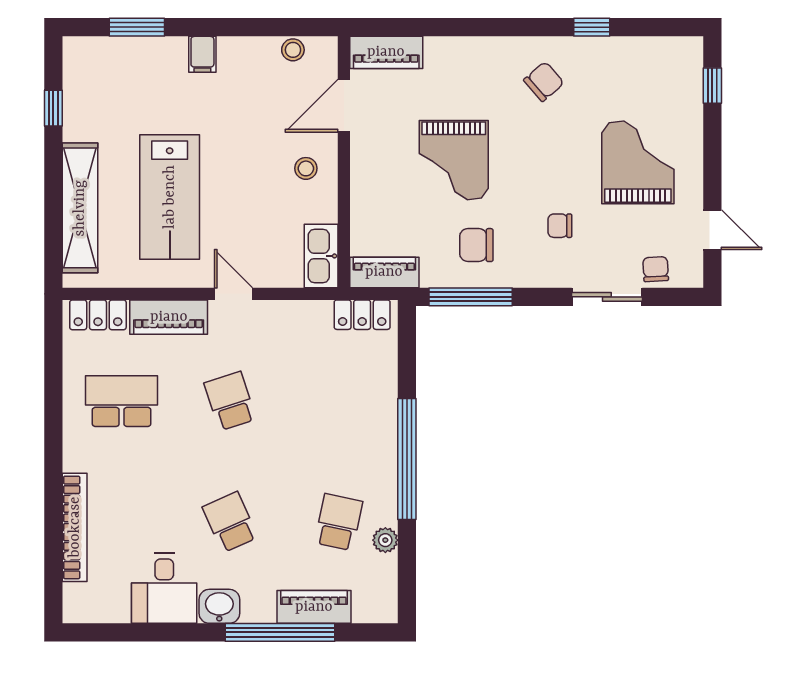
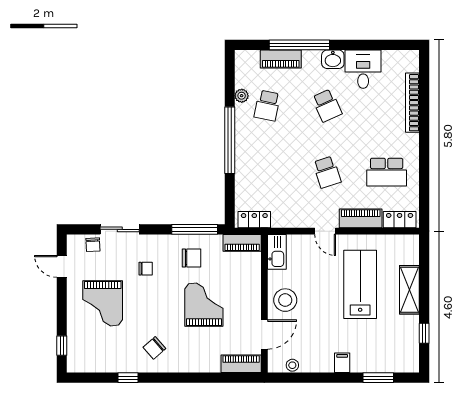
stool: (306, 168) -> (285, 300), width x1.89, depth x1.89
shelving: (80, 208) -> (409, 290), width x0.68

